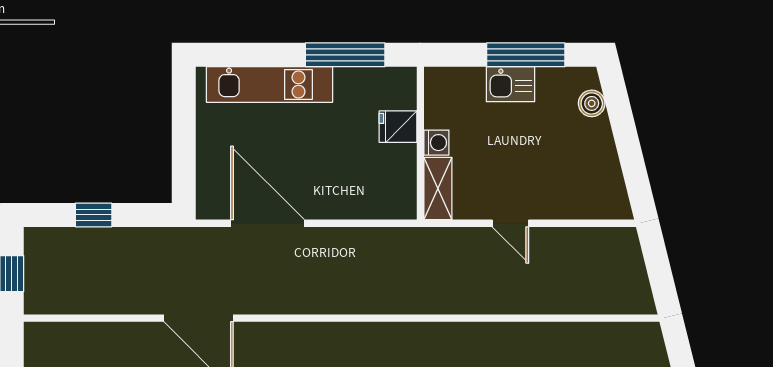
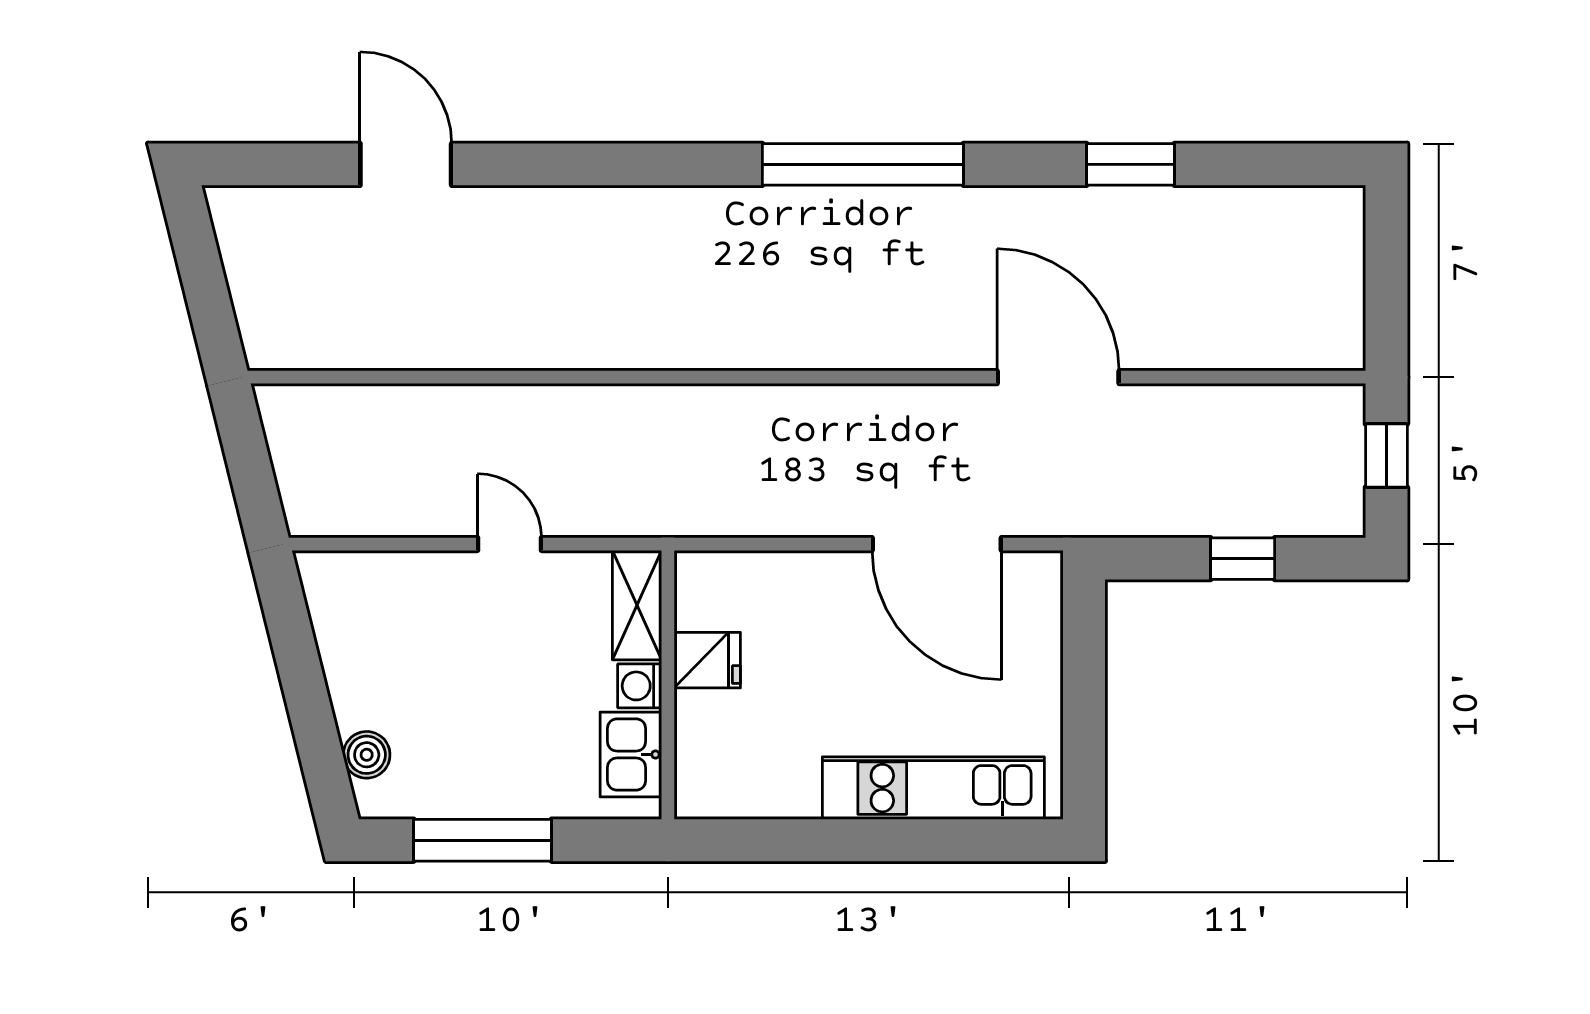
window: (345, 55) -> (800, 840), removed
kitchen sink: (510, 84) -> (631, 755), moved, turned -90
fridge: (398, 127) -> (707, 660), moved

